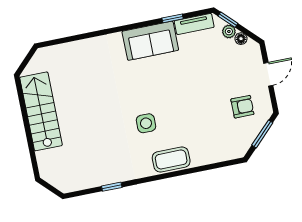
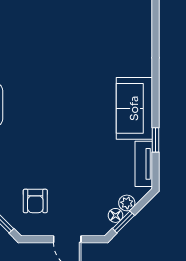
window: (228, 20) -> (123, 222), moved
side table: (146, 123) -> (39, 84), removed

